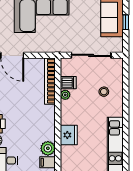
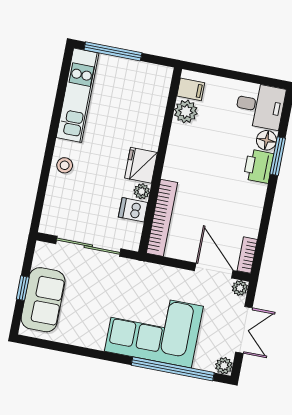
stool: (104, 92) -> (65, 165), moved
fridge: (69, 135) -> (141, 165), moved

